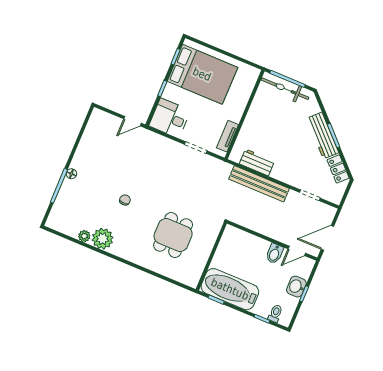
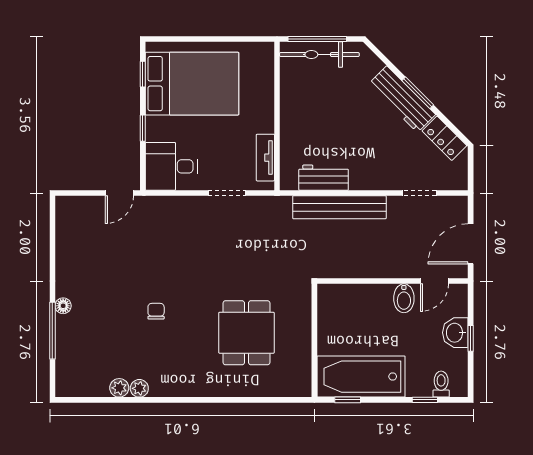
plant: (103, 239) -> (139, 388), width x0.53, depth x0.53

